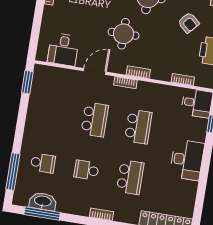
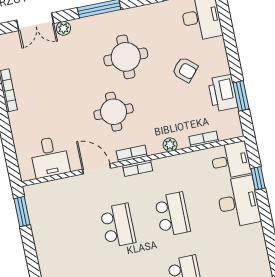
door: (95, 71) -> (97, 169), hinge flipped
bookcase: (138, 72) -> (132, 154), moved
plant: (156, 74) -> (170, 145), added
desk: (187, 160) -> (238, 202), moved

